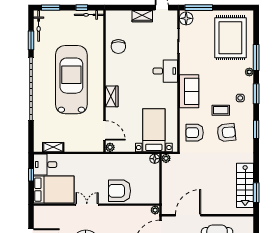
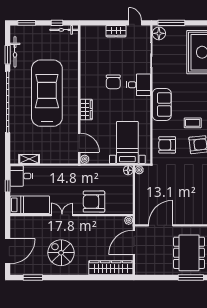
bicycle: (39, 26) -> (15, 52), moved
chair: (118, 47) -> (113, 82), moved
bed: (54, 190) -> (30, 205), width x0.67

